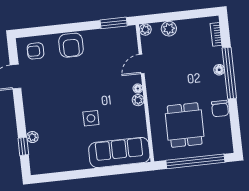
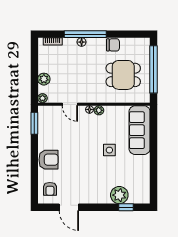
plant: (32, 137) -> (119, 195), width x1.87, depth x1.87

